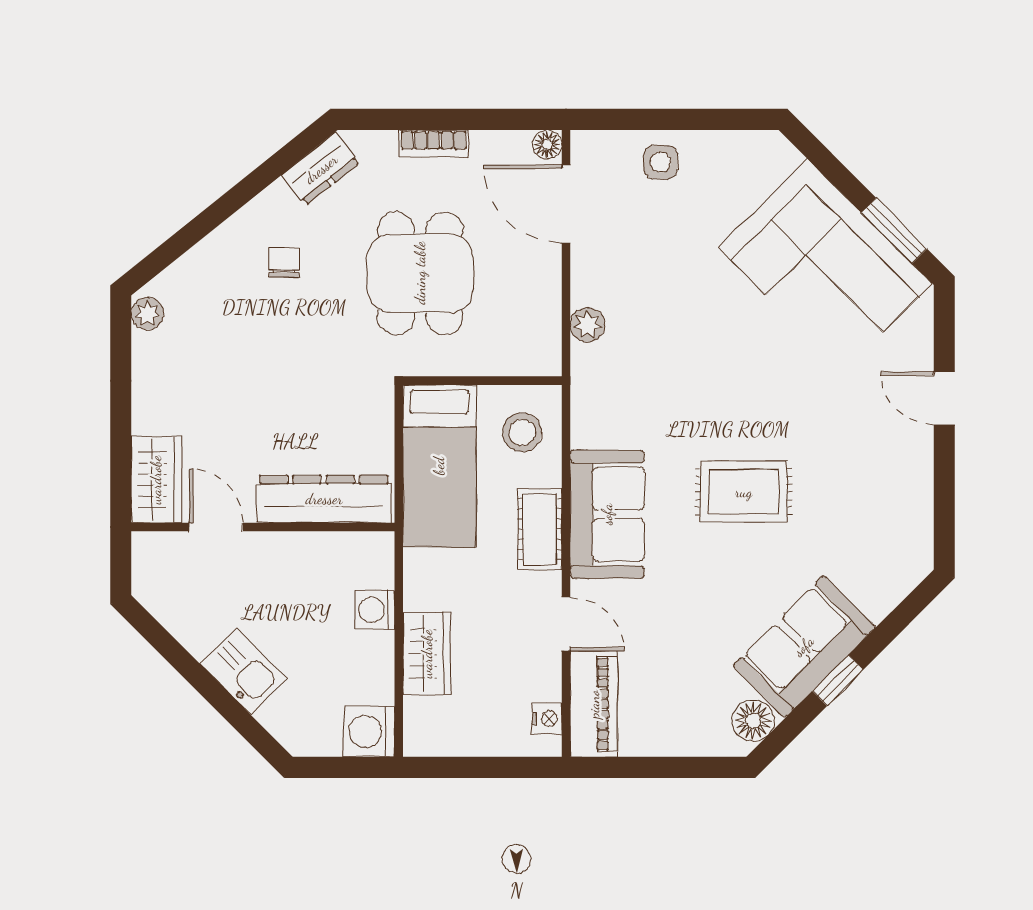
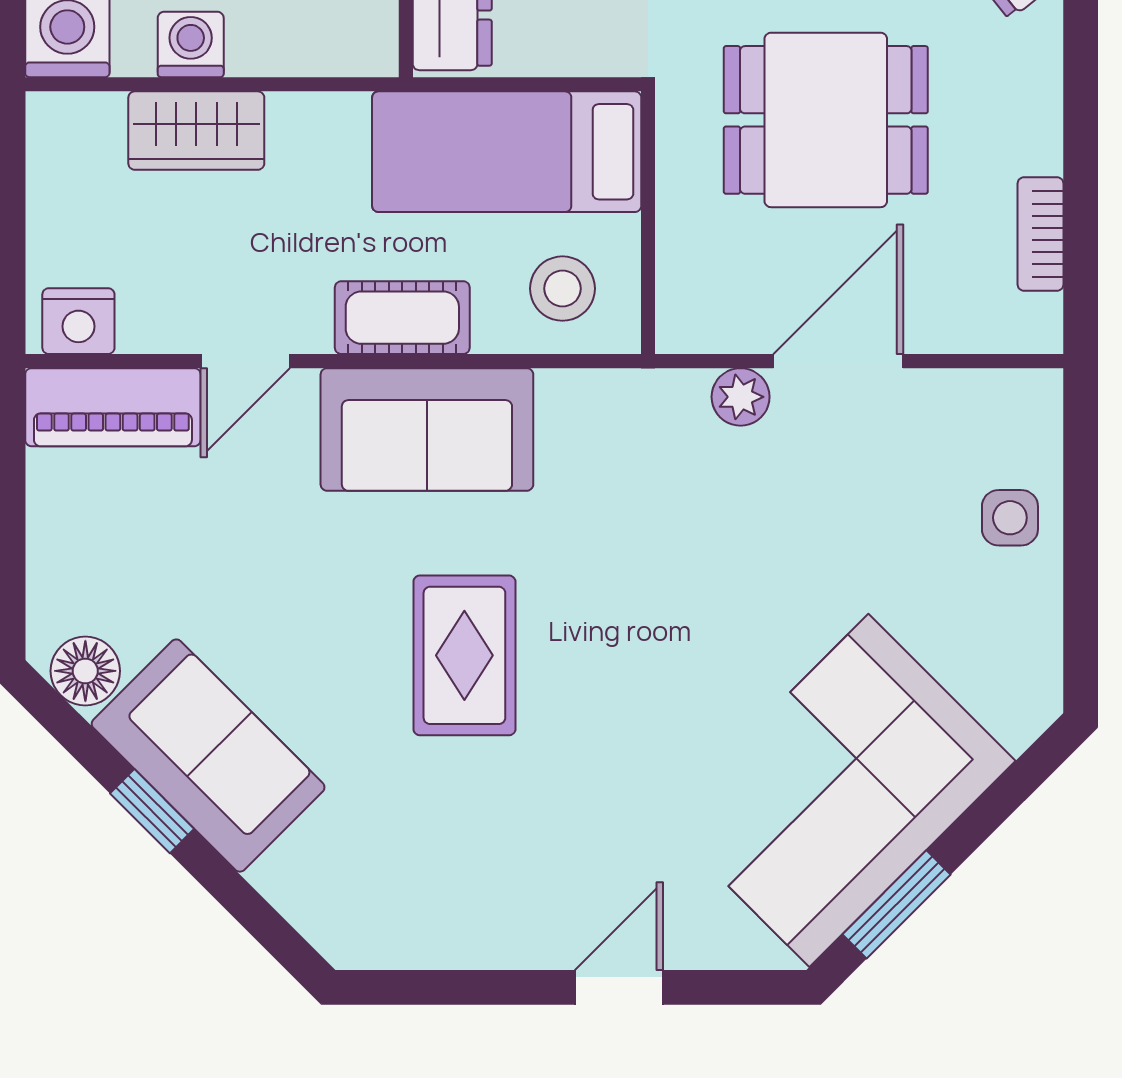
bookcase: (434, 144) -> (1040, 234), moved
floor lamp: (547, 144) -> (1039, 330), removed
door: (566, 204) -> (838, 361), moved
washing machine: (375, 610) -> (191, 44), moved
nightstand: (547, 719) -> (78, 321), width x1.39, depth x1.35

